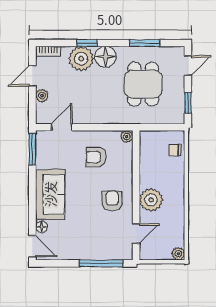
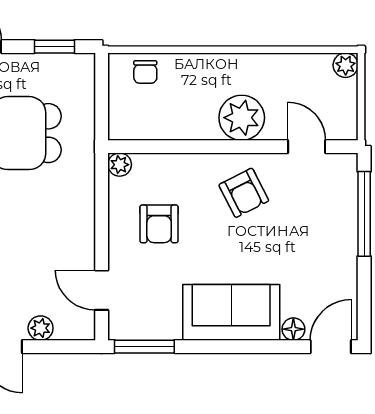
armchair: (112, 201) -> (244, 193), turned -117

